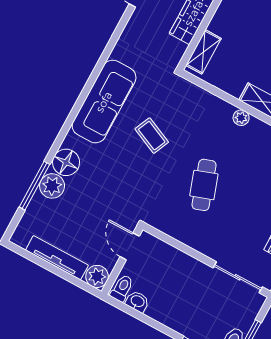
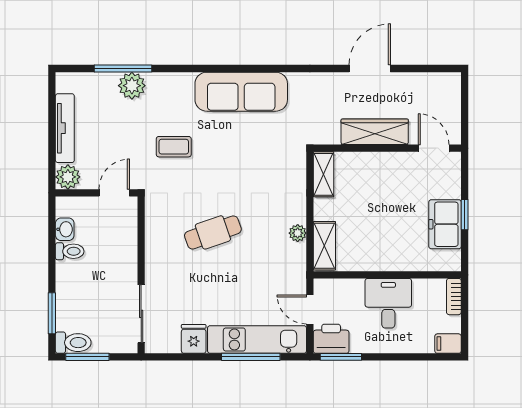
shelving: (203, 52) -> (324, 174), moved, turned 90
coffee table: (152, 136) -> (174, 147), moved, turned 66
floor lamp: (66, 162) -> (162, 87), removed
toilet: (122, 288) -> (70, 251), moved

